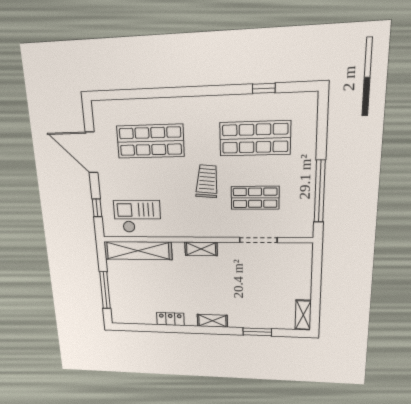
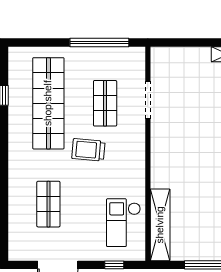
shop shelf: (255, 138) -> (48, 103), width x1.40
shop shelf: (150, 141) -> (48, 204), width x0.70, depth x0.74
shelving: (201, 249) -> (158, 158), removed

